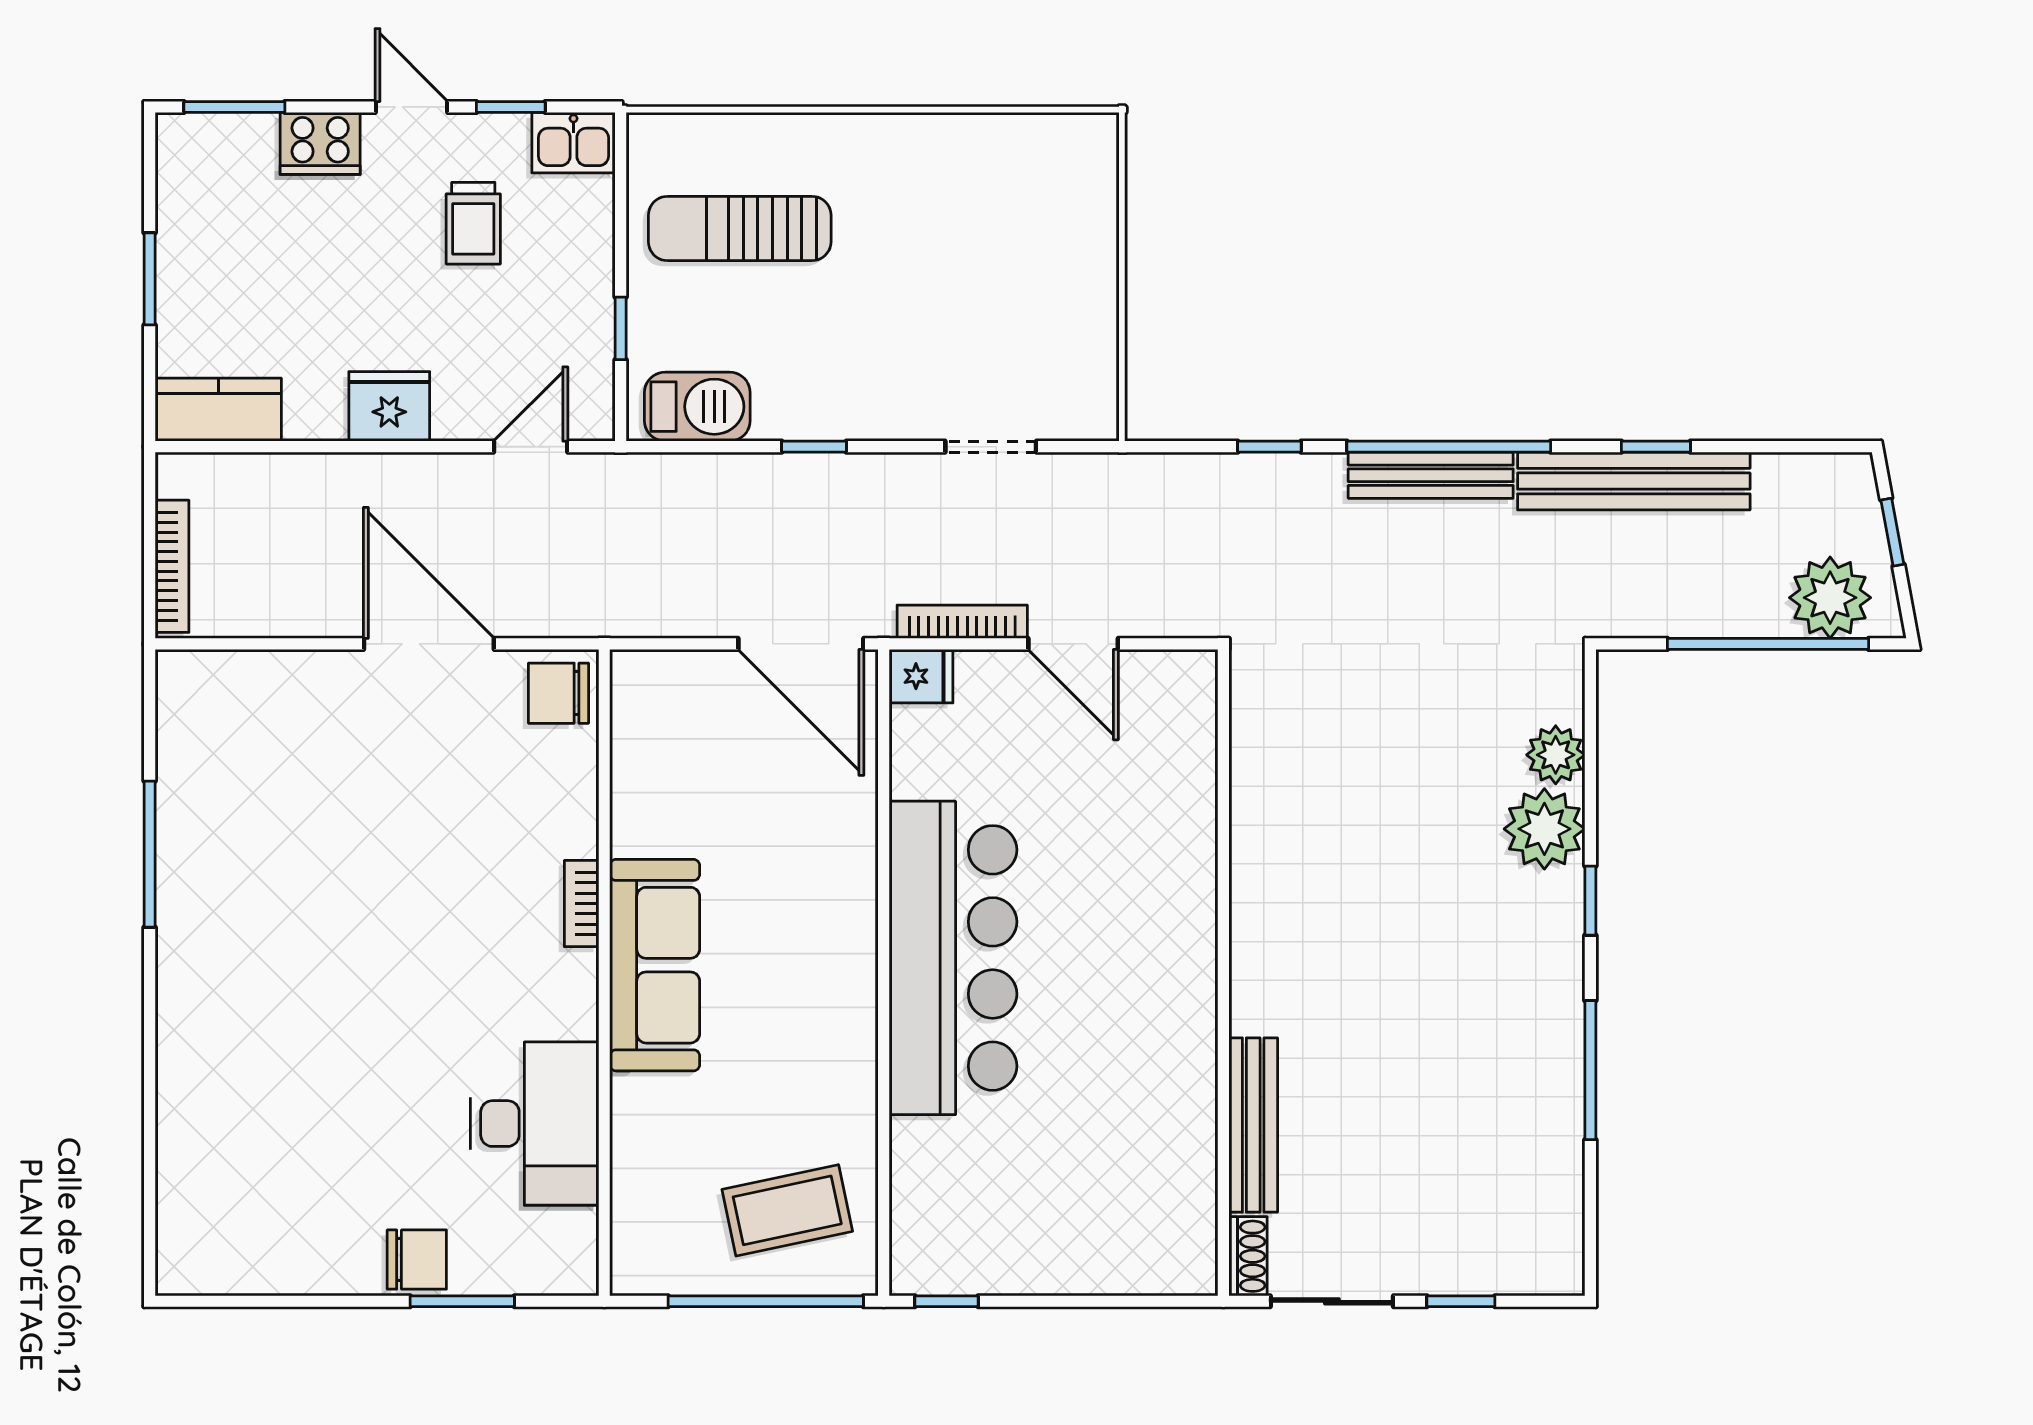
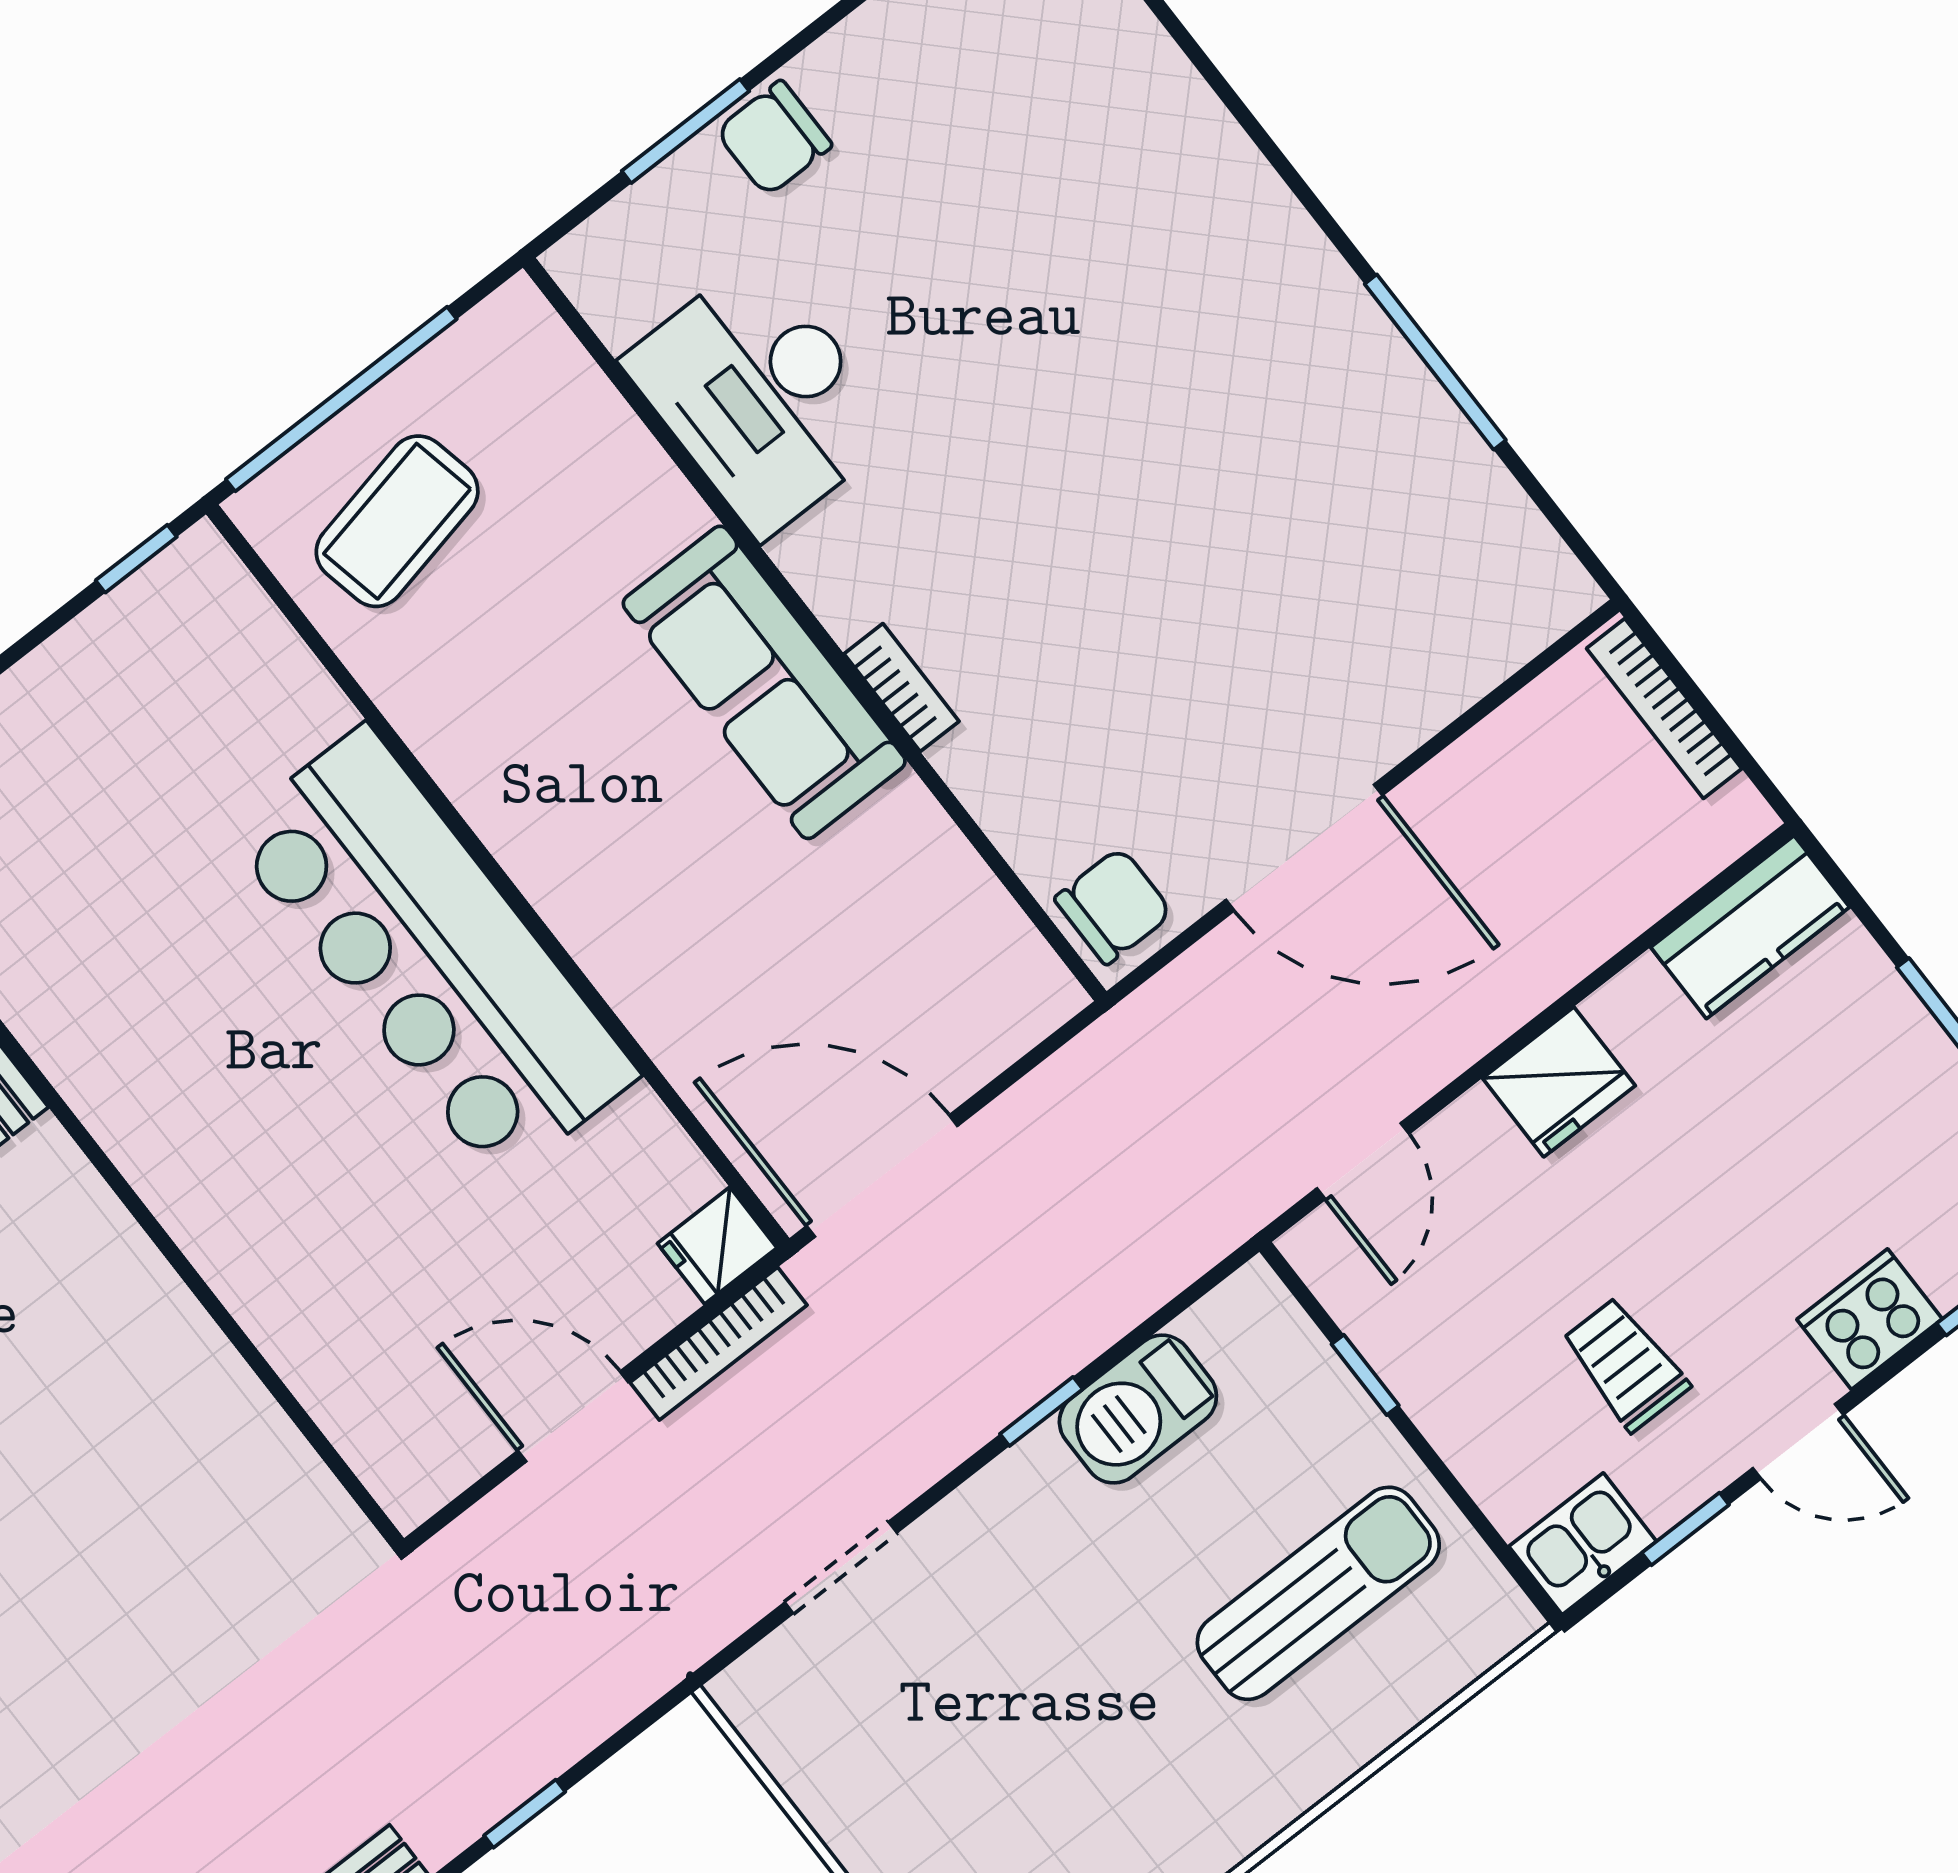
barbecue: (697, 407) -> (1138, 1409), moved

